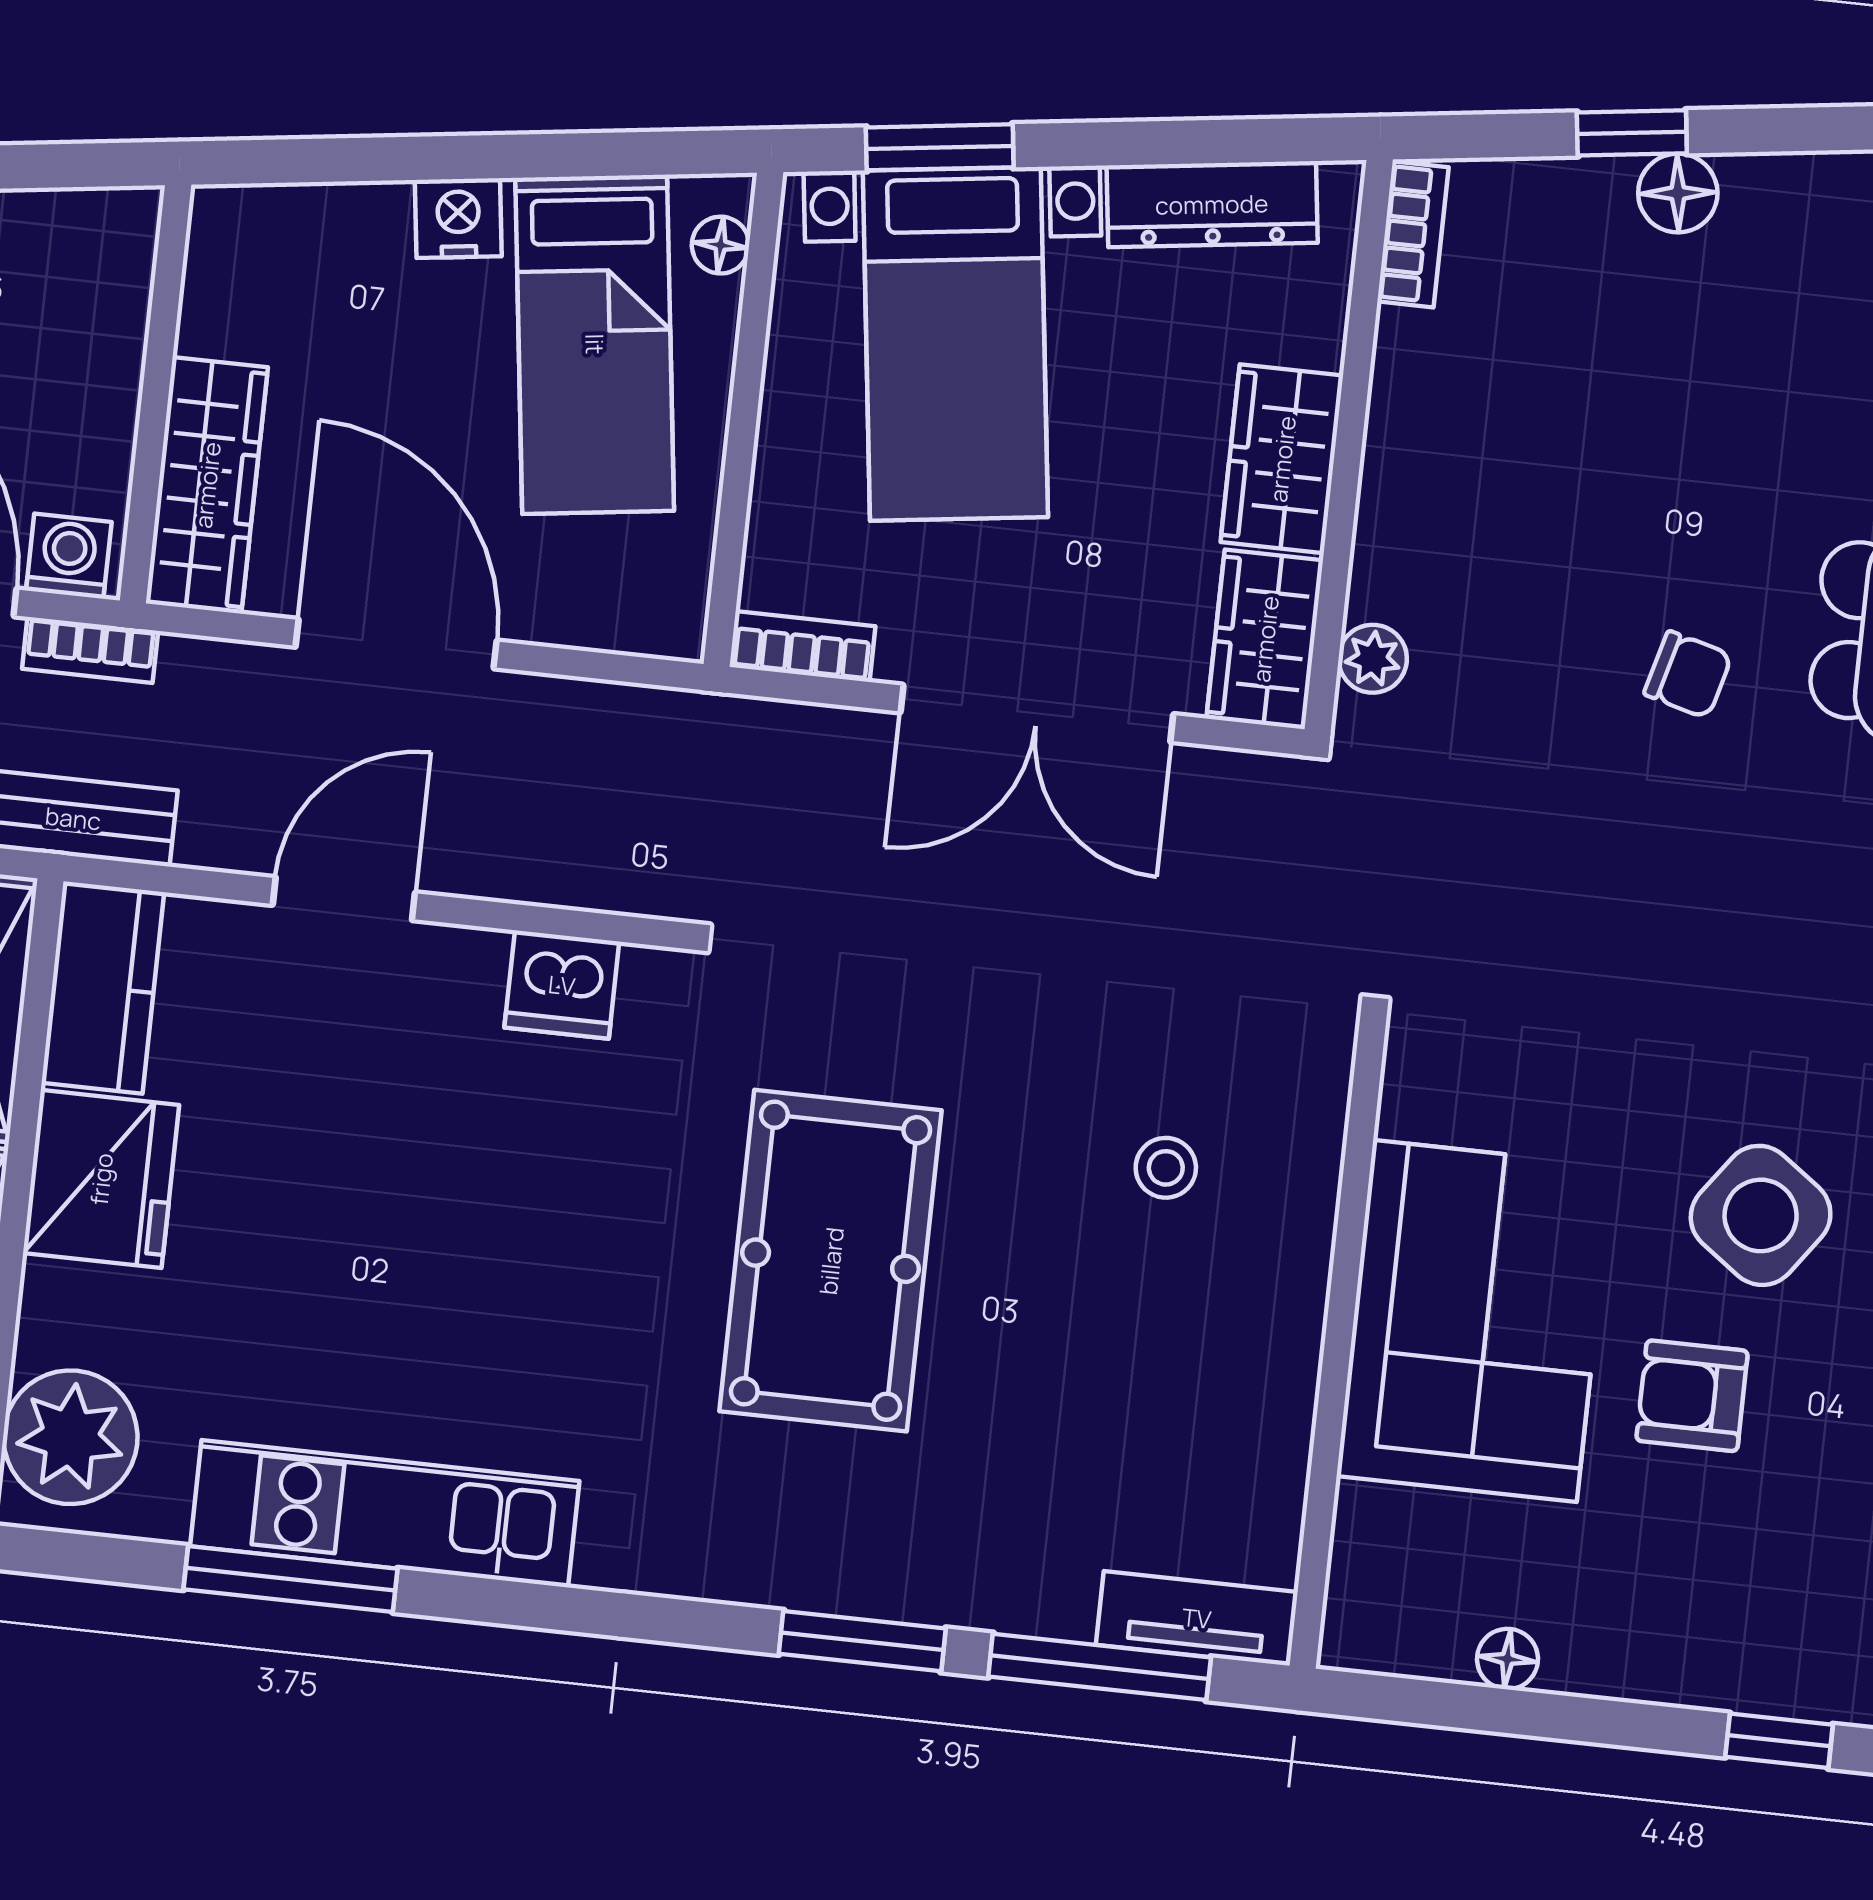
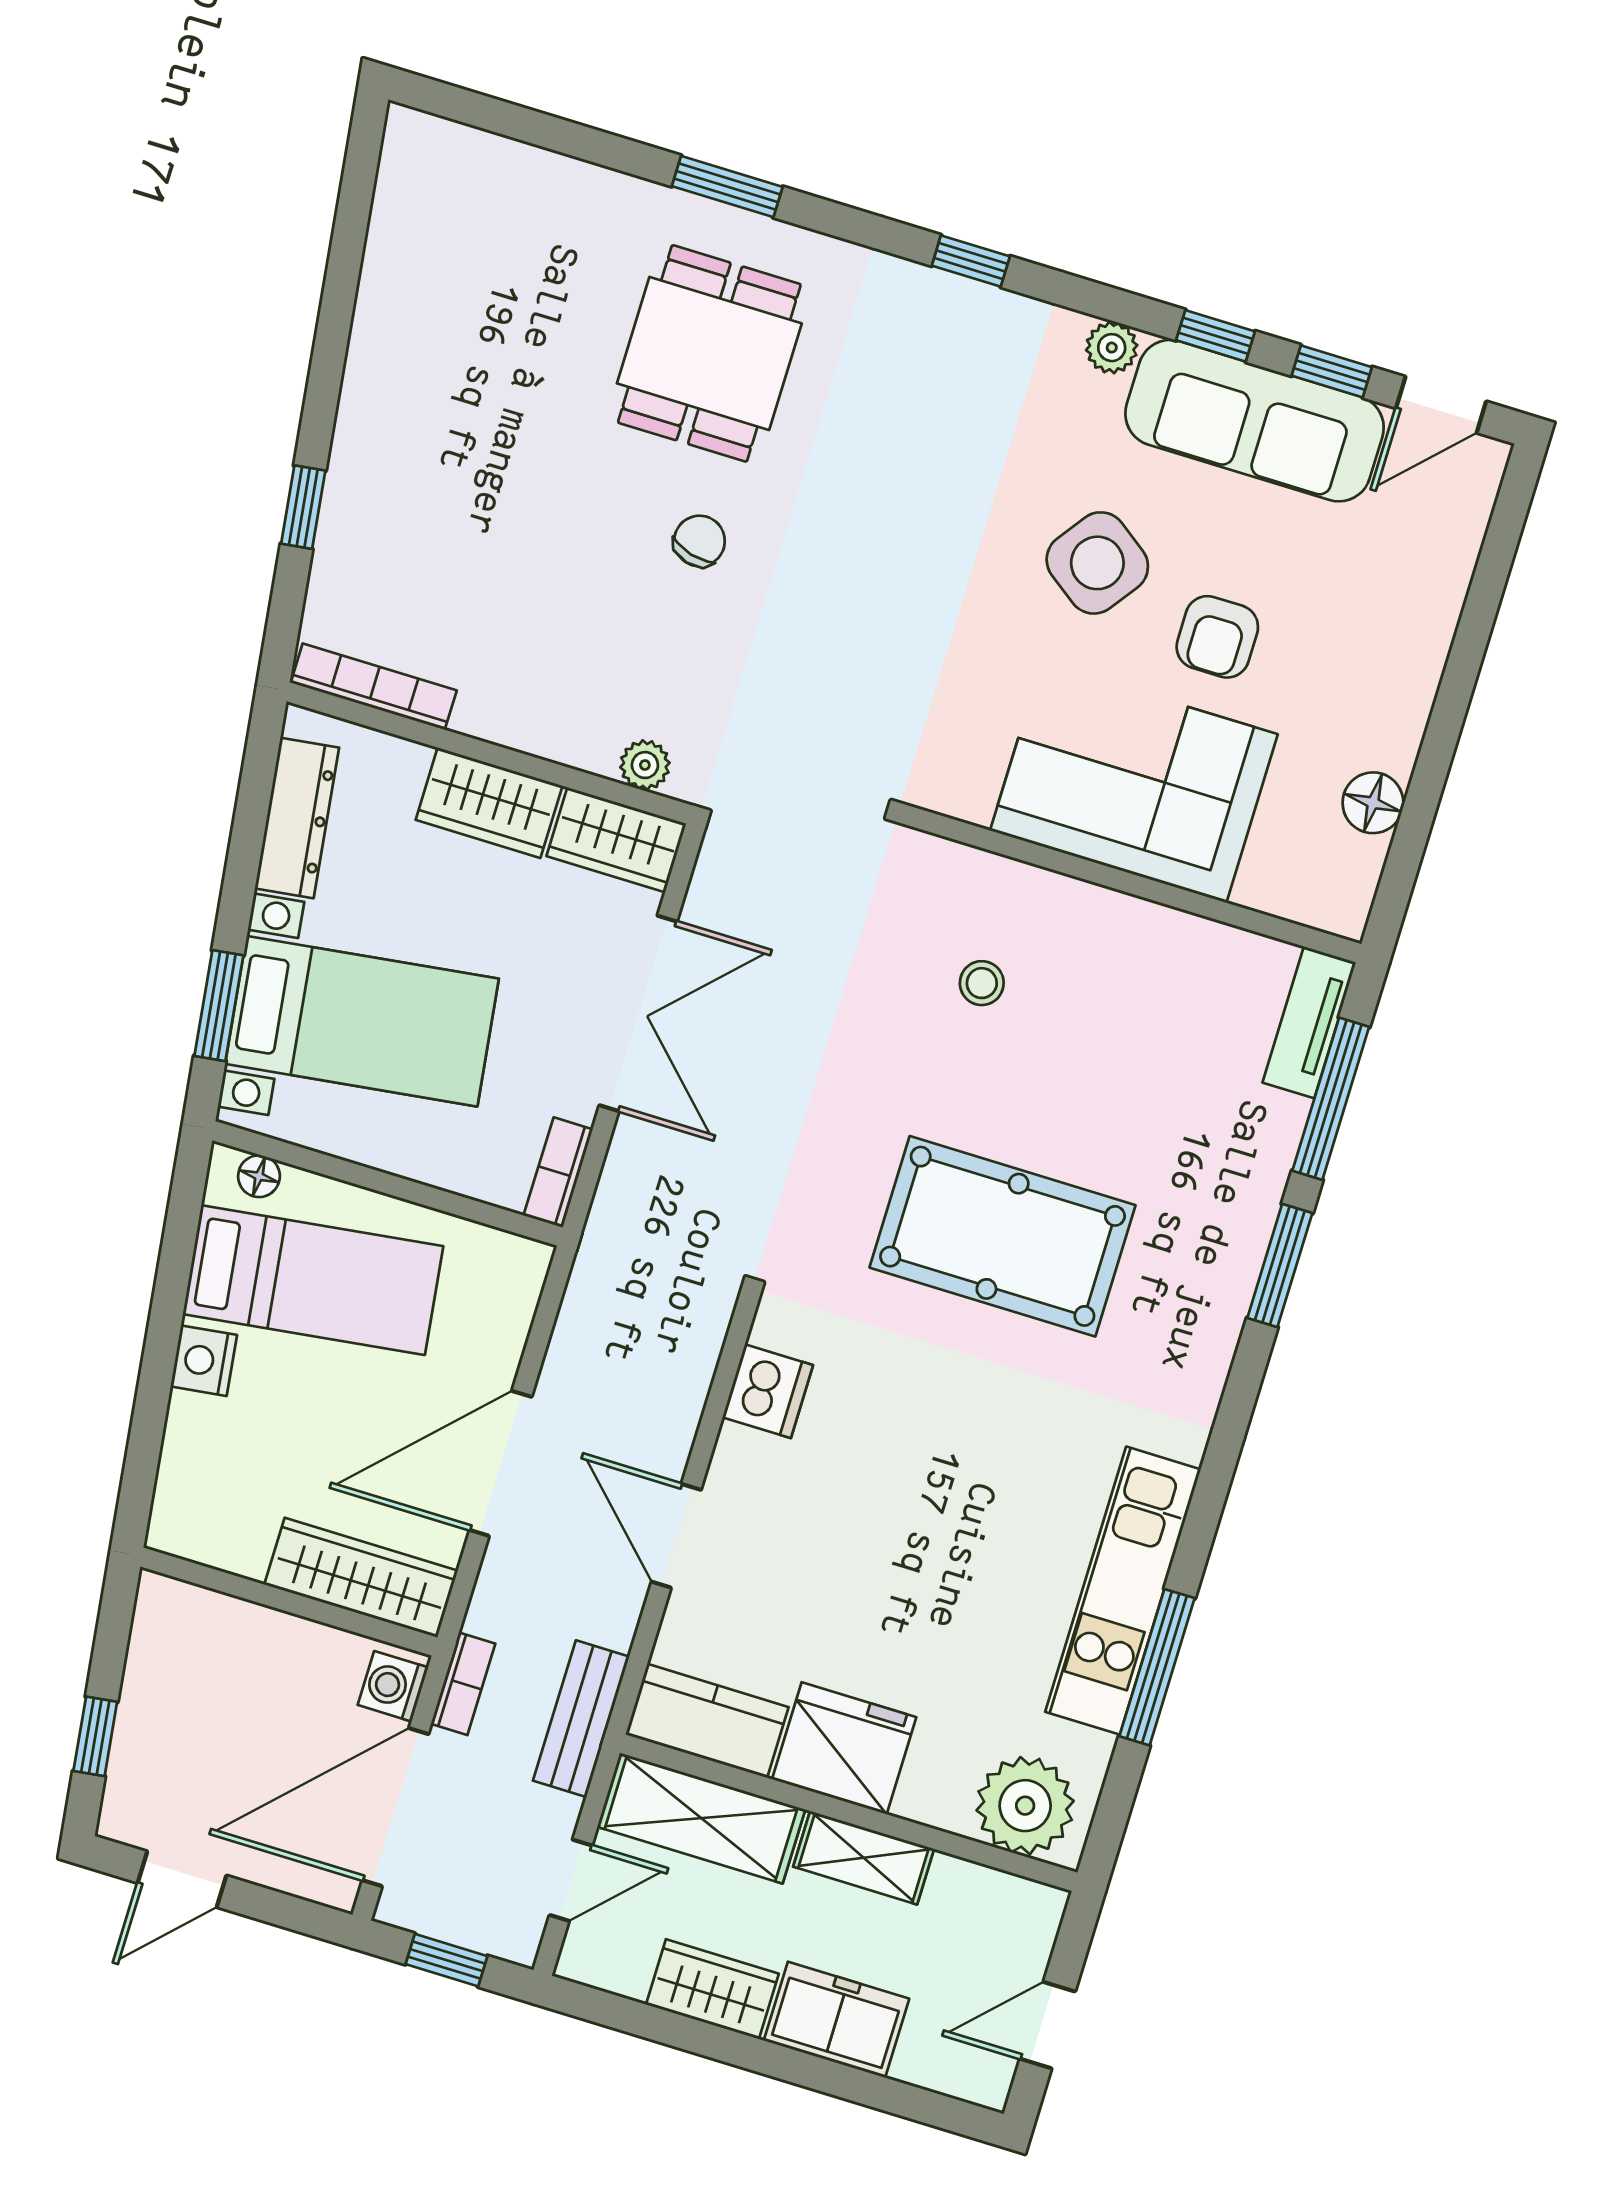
floor lamp: (1678, 193) -> (353, 482), removed
bookcase: (1413, 234) -> (374, 687), width x1.56
floor lamp: (1507, 1659) -> (1373, 803), width x1.37, depth x1.37
window: (1779, 1741) -> (1477, 622), removed

